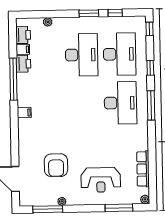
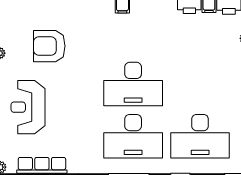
desk: (81, 55) -> (133, 84), moved

